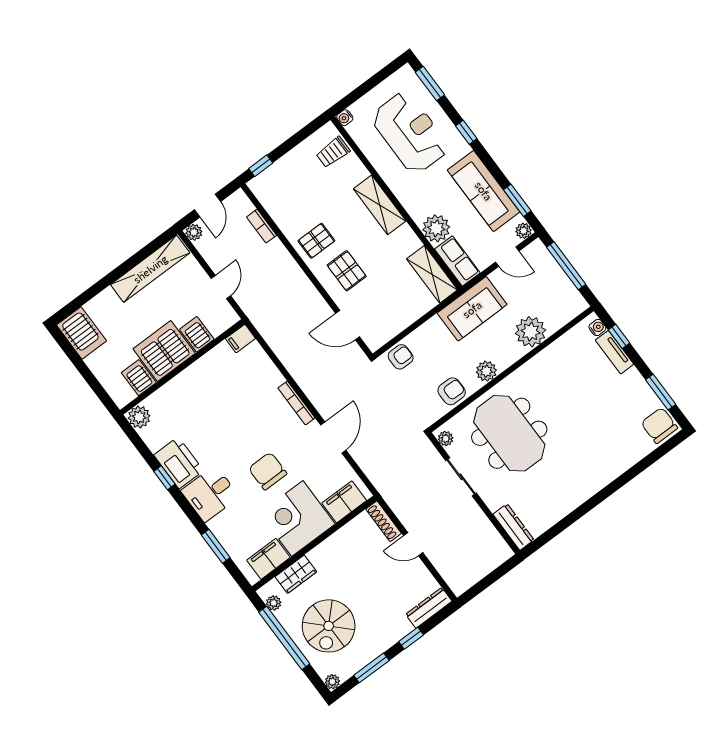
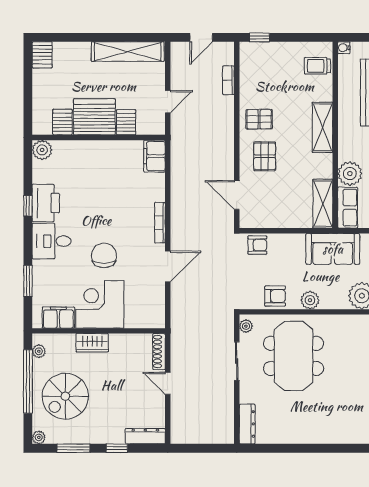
plant: (194, 232) -> (178, 49), removed
server rack: (81, 333) -> (42, 55), width x0.73, depth x0.70
filing cabinet: (240, 339) -> (154, 156), width x2.00
filing cabinet: (344, 502) -> (142, 317), removed
wardrobe: (296, 574) -> (92, 343), moved

